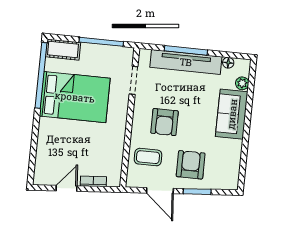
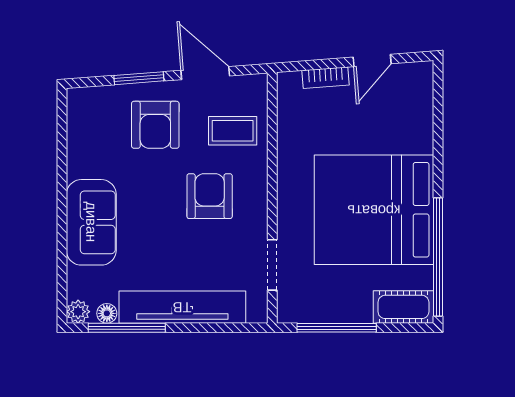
window: (186, 50) -> (127, 328), moved
plant: (242, 83) -> (78, 312), moved
bed: (75, 97) -> (374, 210), width x1.36

